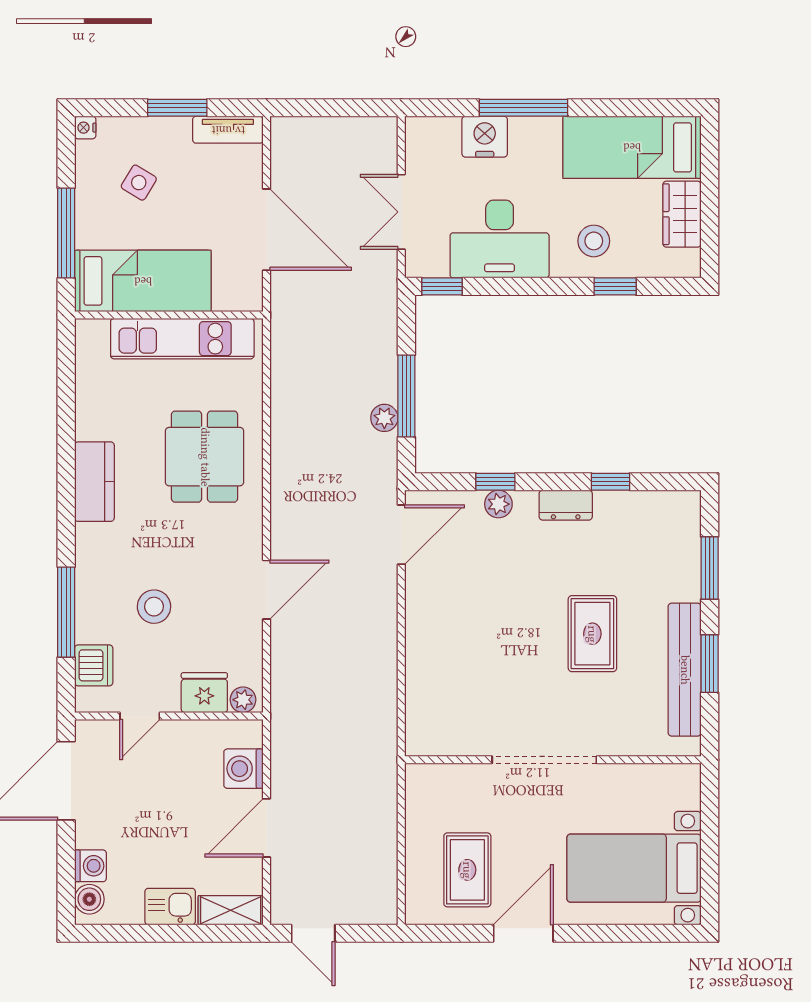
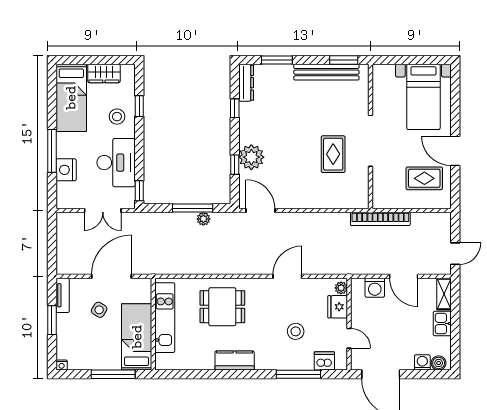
side table: (139, 183) -> (99, 310), moved
plant: (498, 504) -> (251, 157), width x1.87, depth x1.87
dresser: (566, 505) -> (246, 83), moved, width x1.44
door: (267, 590) -> (287, 276), hinge flipped
rug: (592, 634) -> (333, 154), moved, turned 90
window: (710, 664) -> (344, 60), moved
bookcase: (384, 780) -> (380, 219), added

